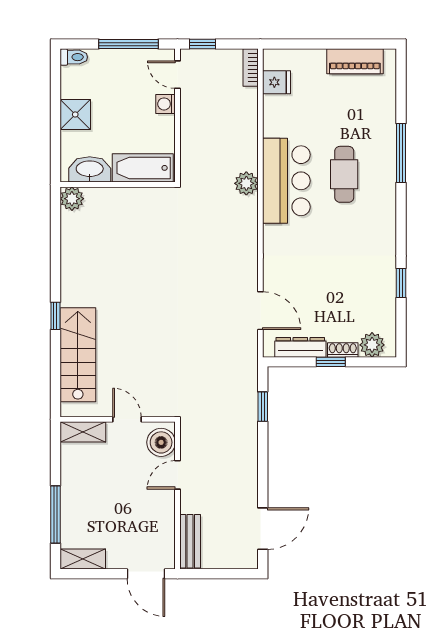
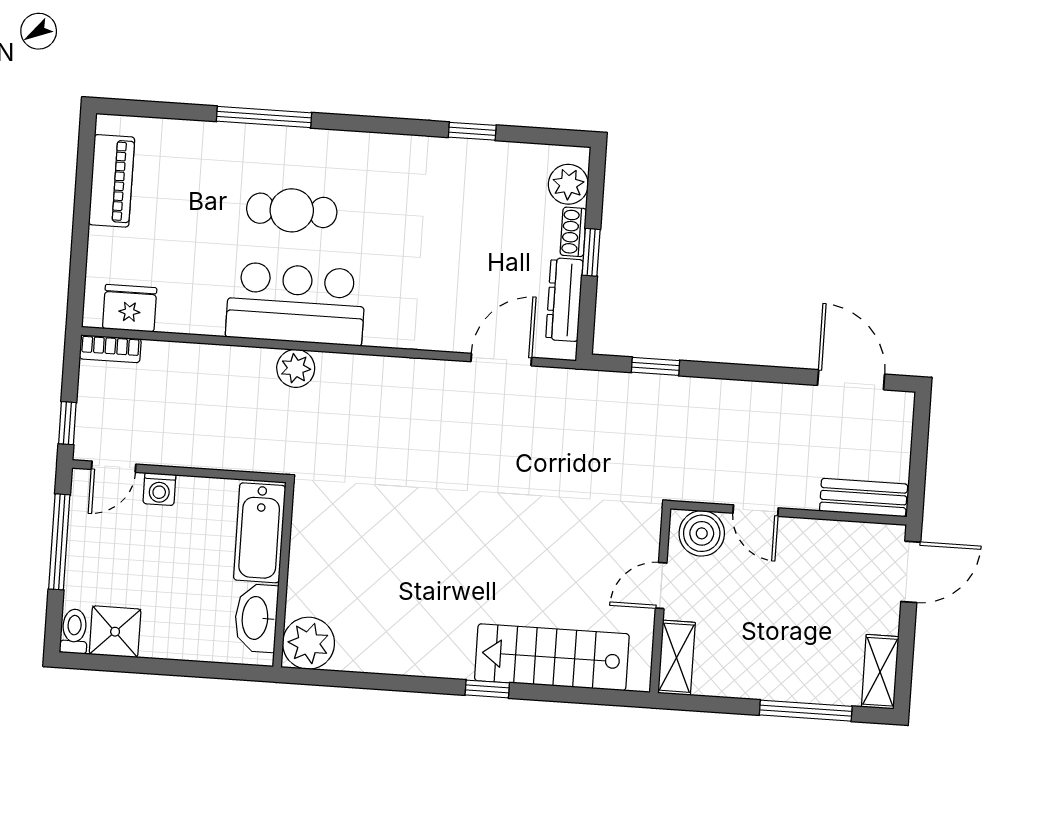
fridge: (277, 82) -> (130, 308), width x1.38
shower: (75, 114) -> (115, 632), moved
plant: (72, 199) -> (309, 643), width x1.36, depth x1.36

